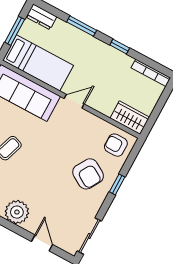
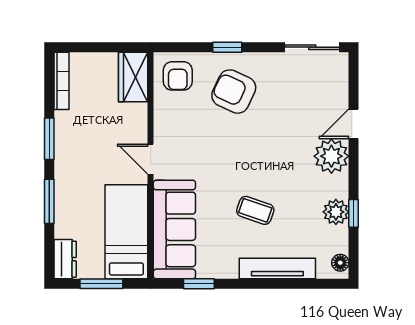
window: (120, 47) -> (49, 139), width x1.50
armchair: (88, 174) -> (234, 92), turned -96
door: (42, 243) -> (354, 124), moved

